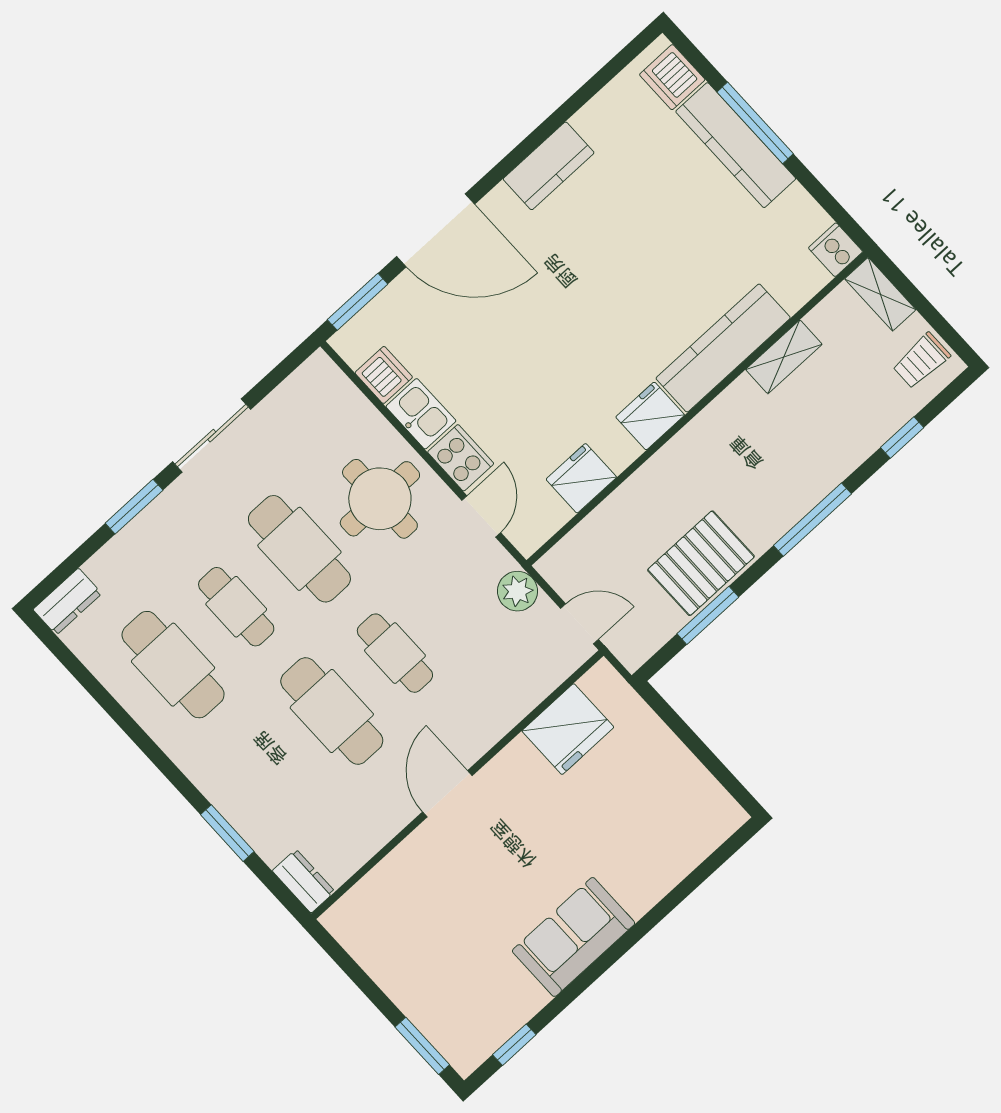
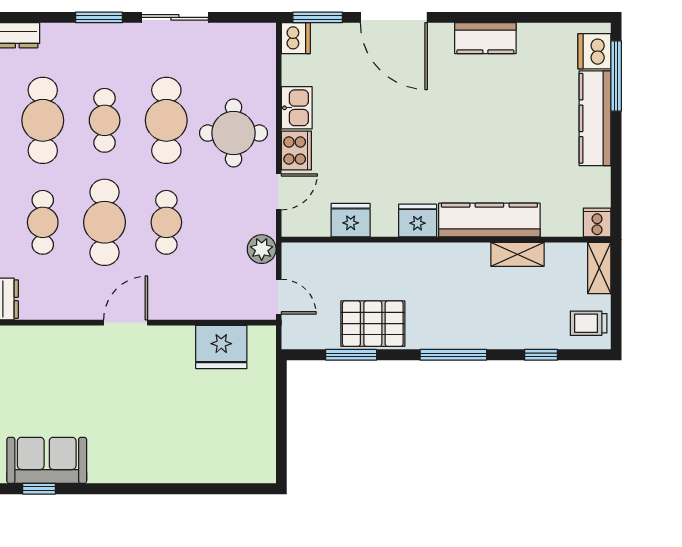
window: (755, 123) -> (616, 76), moved
dishwasher: (384, 375) -> (296, 38), moved
cafe table: (269, 769) -> (43, 222), added
sofa: (574, 937) -> (47, 460), moved

